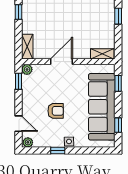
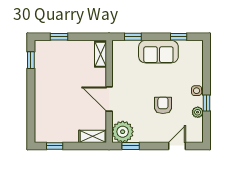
plant: (27, 69) -> (123, 132), width x1.88, depth x1.88
sofa: (102, 107) -> (158, 52), width x0.54, depth x0.79
plant: (28, 142) -> (198, 112), moved

